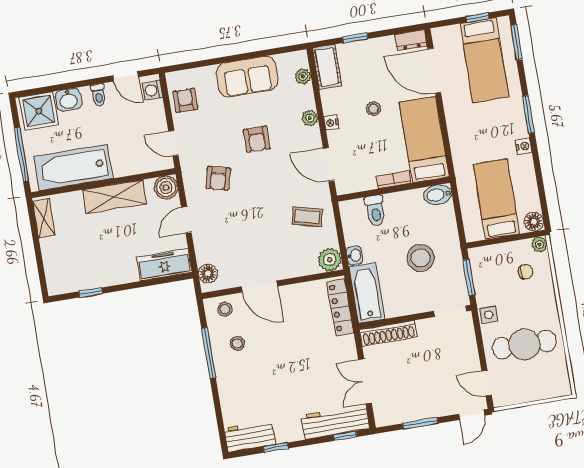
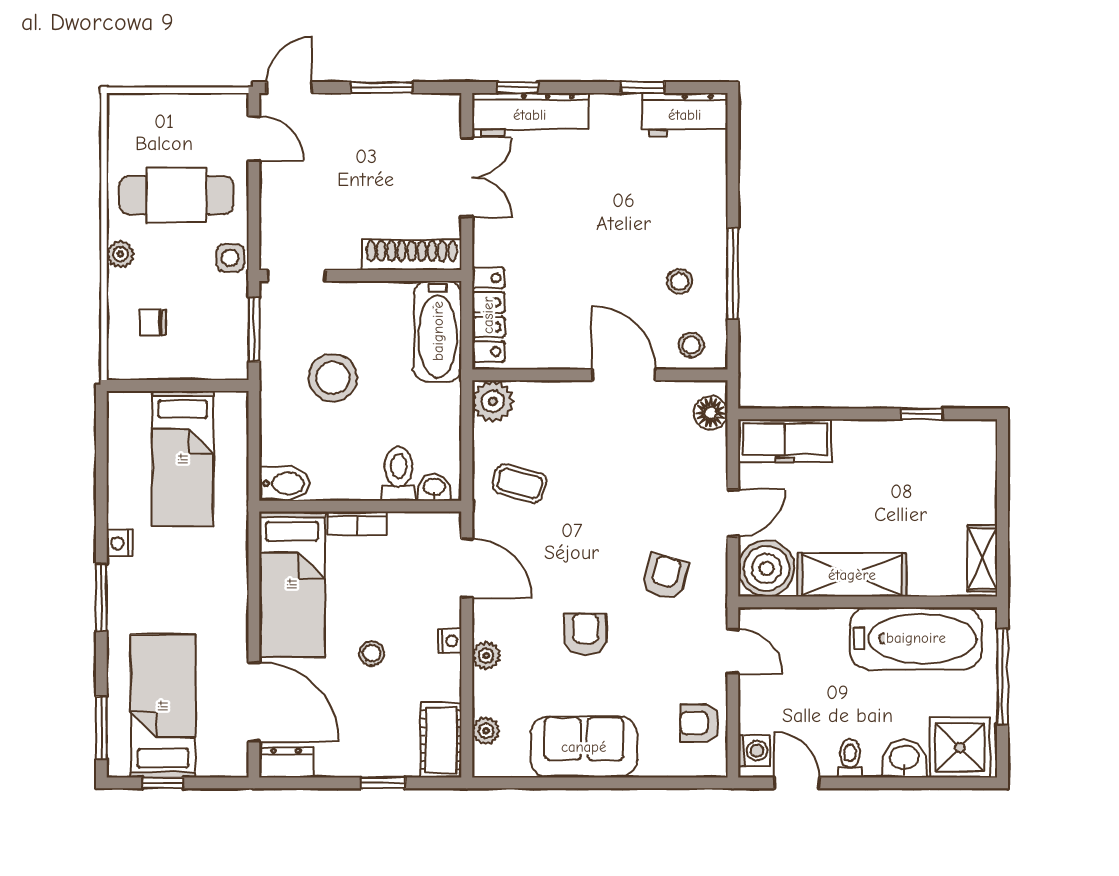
armchair: (185, 100) -> (700, 723), turned 90
boiler: (166, 187) -> (766, 568), width x1.37, depth x1.37
floor lamp: (534, 222) -> (124, 408), removed
plant: (539, 244) -> (120, 254), moved
washbasin: (355, 255) -> (434, 488), moved, turned 90

